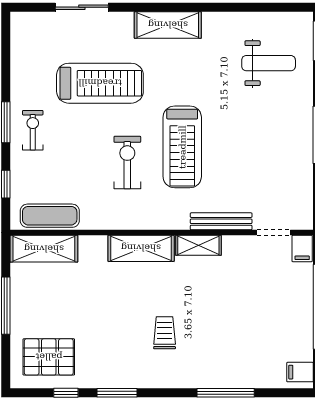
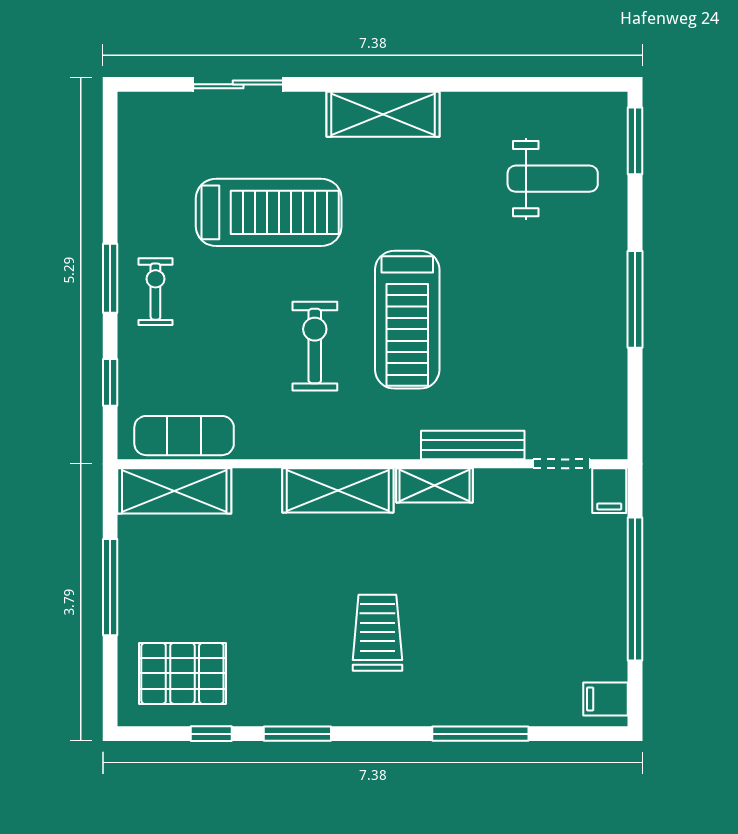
trolley: (165, 333) -> (377, 633), width x1.36, depth x1.39

